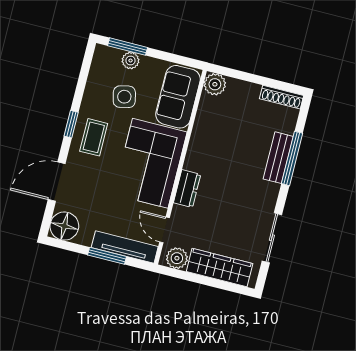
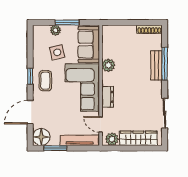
window: (128, 47) -> (67, 23), moved
plant: (215, 84) -> (108, 65), moved
window: (107, 256) -> (55, 148), moved

